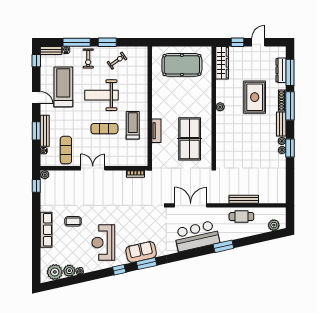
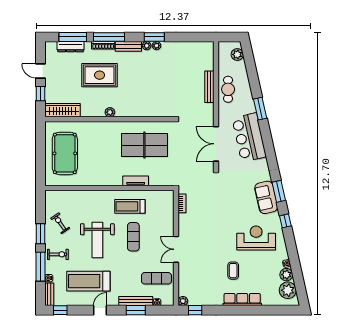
reception desk: (103, 243) -> (256, 238), turned 180

